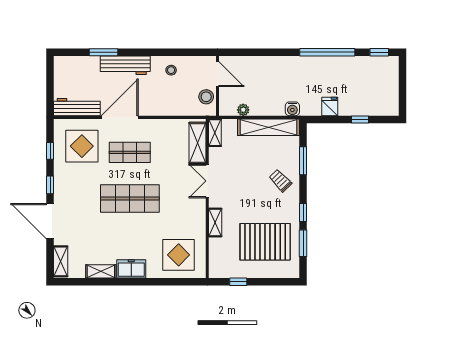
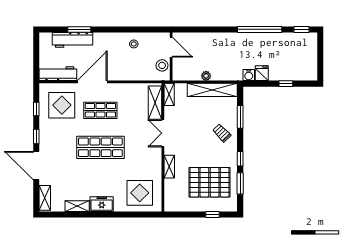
workbench: (125, 65) -> (73, 40), moved
water cooler: (292, 109) -> (249, 75), moved
plant: (243, 110) -> (206, 76), moved
window: (238, 282) -> (213, 214), moved

